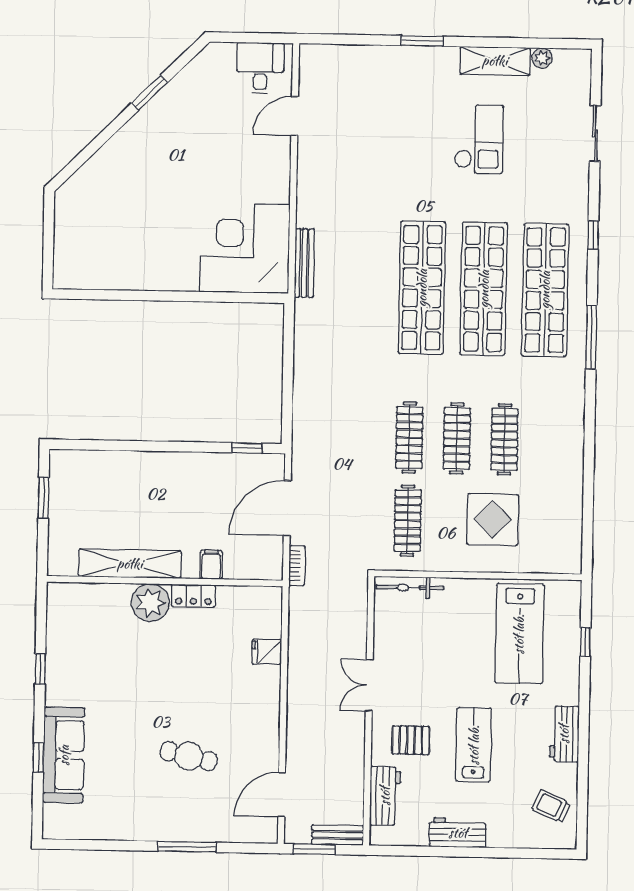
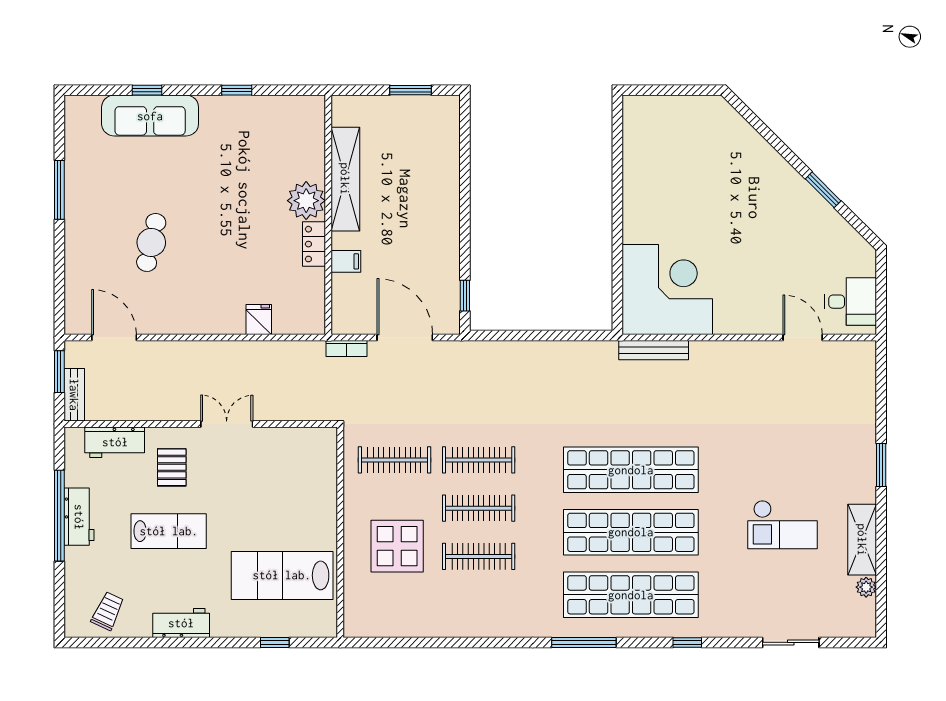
bicycle: (410, 588) -> (327, 463), removed
window: (187, 847) -> (59, 190), moved
window: (456, 852) -> (59, 516), added

